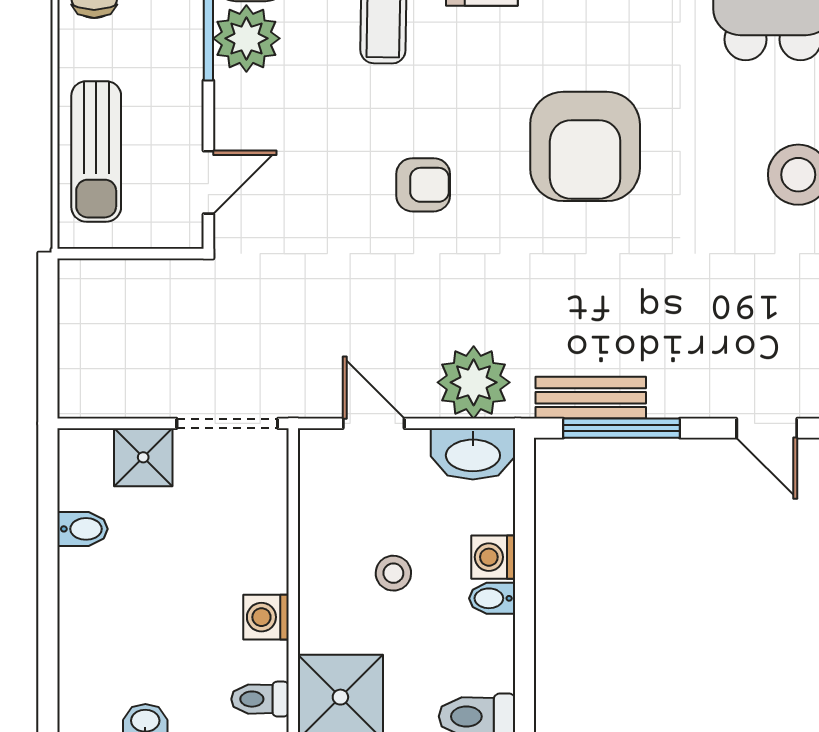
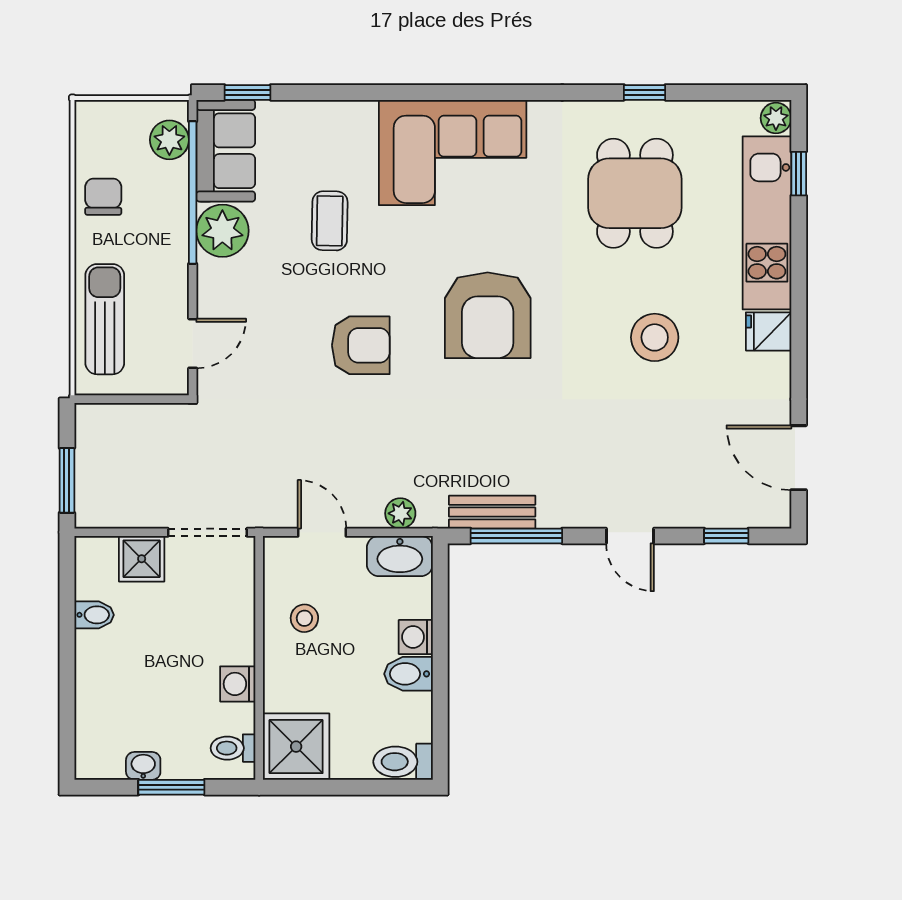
sun lounger: (96, 151) -> (105, 319), turned 180
armchair: (423, 185) -> (361, 345), width x1.38, depth x1.38
window: (48, 357) -> (67, 480), added
plant: (474, 382) -> (400, 513), width x0.53, depth x0.53
stool: (393, 573) -> (304, 618), moved
bidet: (492, 598) -> (408, 674), width x1.38, depth x1.36

